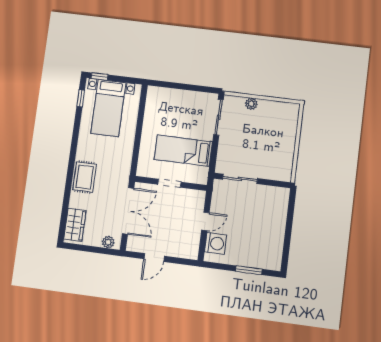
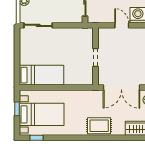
window: (100, 77) -> (17, 109), moved
bed: (183, 151) -> (42, 75), moved, turned -90
double door: (128, 211) -> (121, 87), swing flipped

